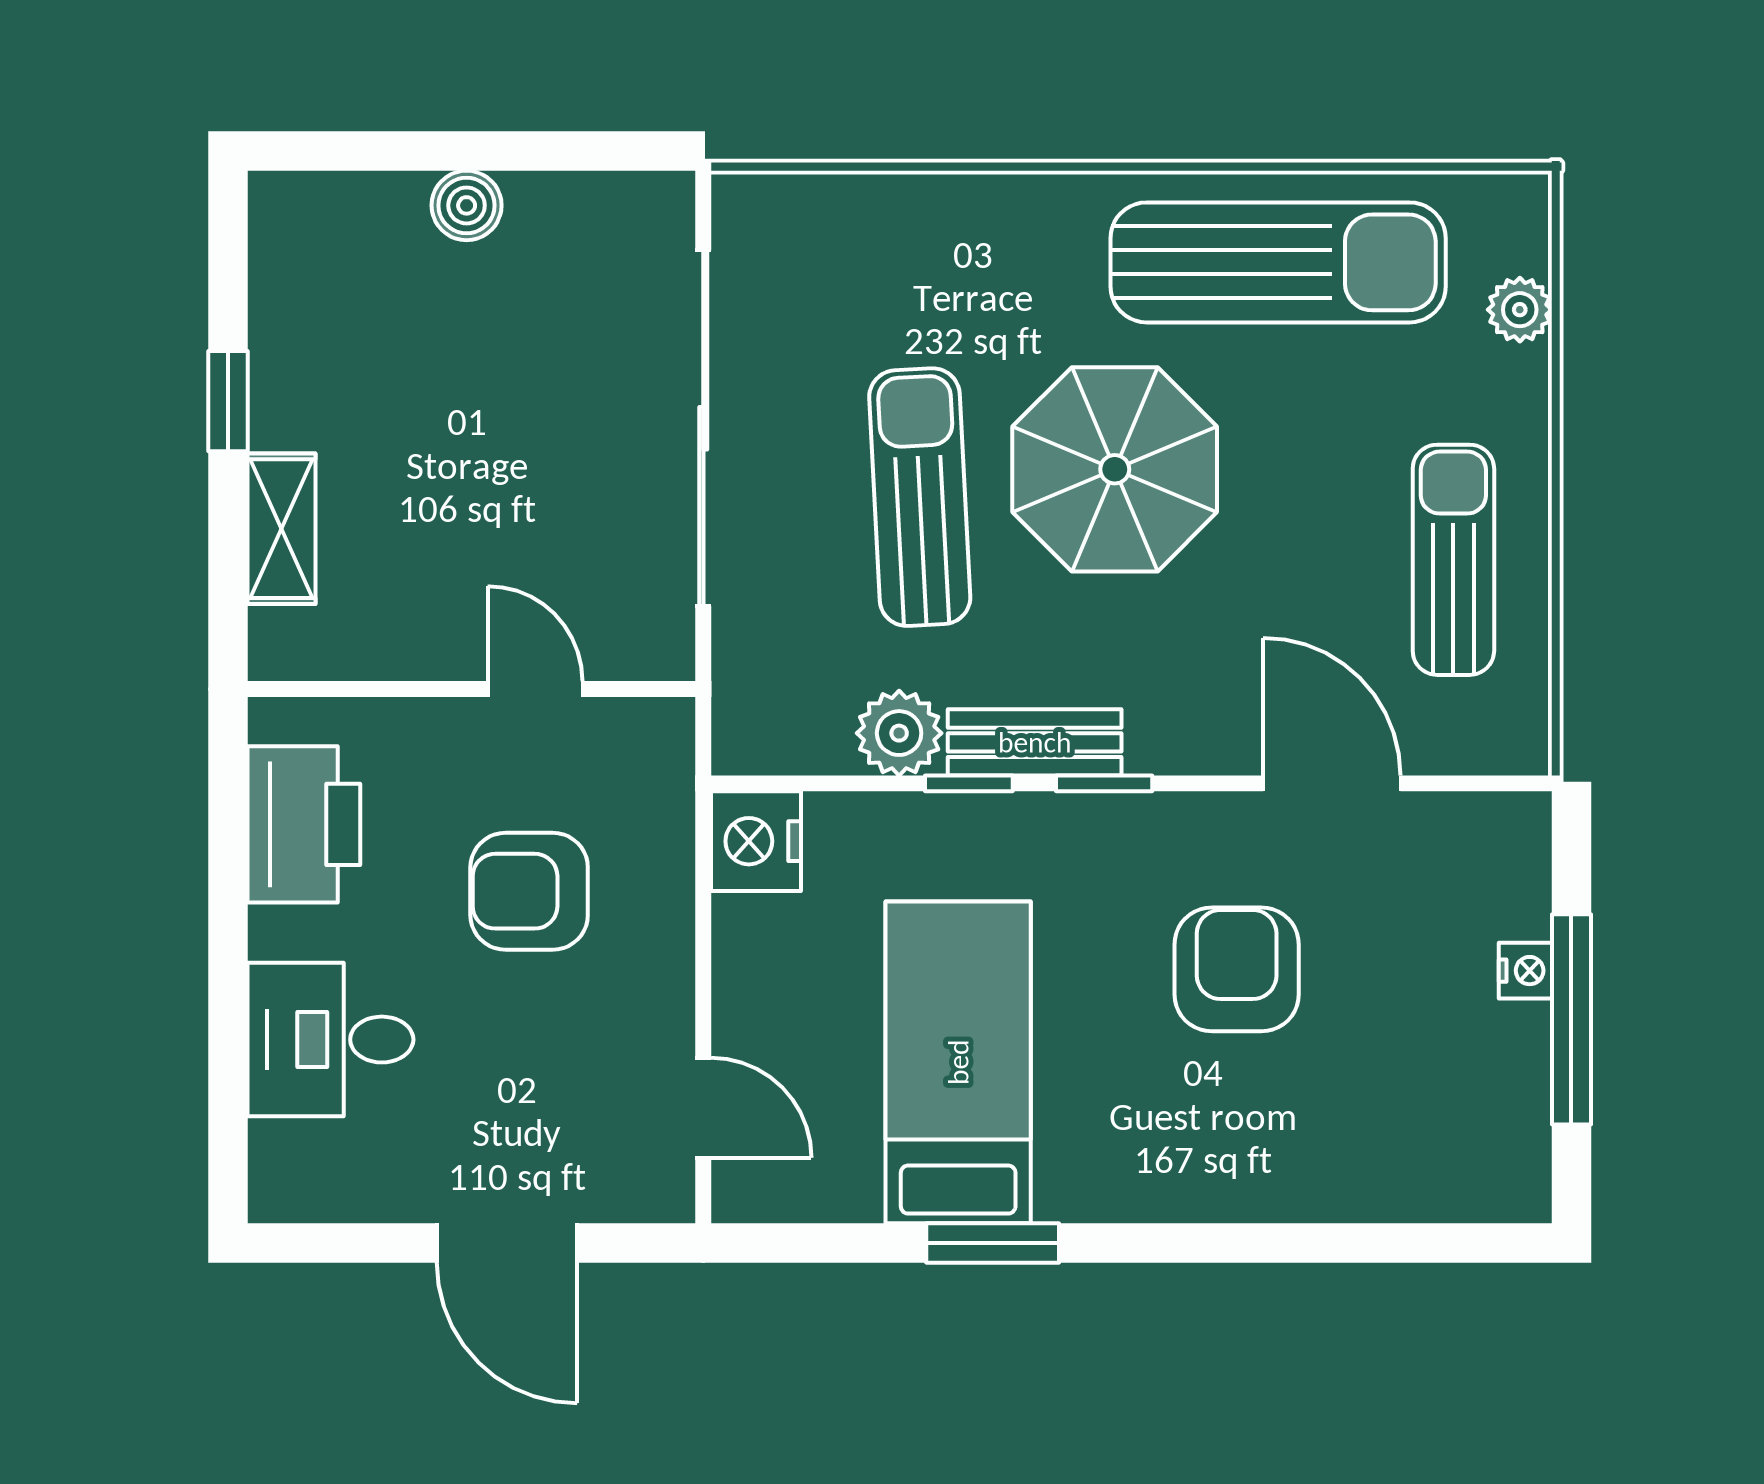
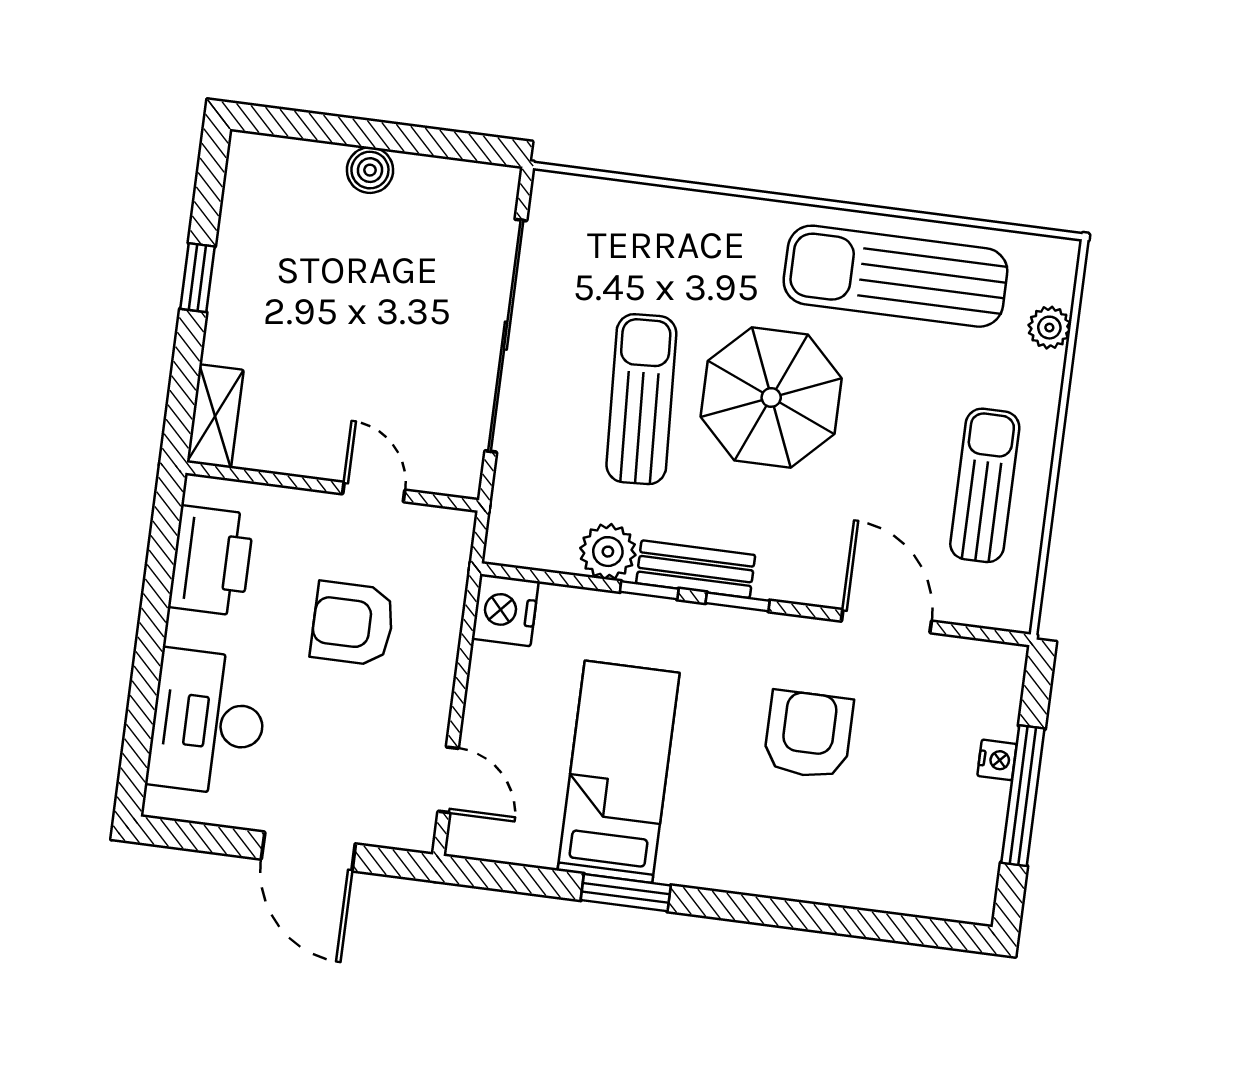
sun lounger: (1278, 262) -> (895, 276), turned 180
shelving: (281, 529) -> (215, 416), moved
desk: (330, 1040) -> (208, 722), width x1.37

